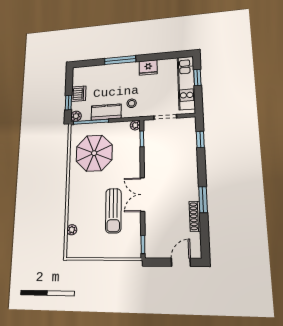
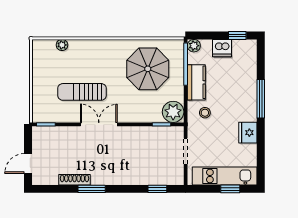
window: (68, 103) -> (237, 35), moved
plant: (135, 125) -> (173, 112), width x1.88, depth x1.88
door: (181, 262) -> (28, 164), swing flipped

